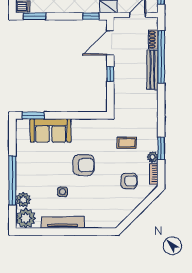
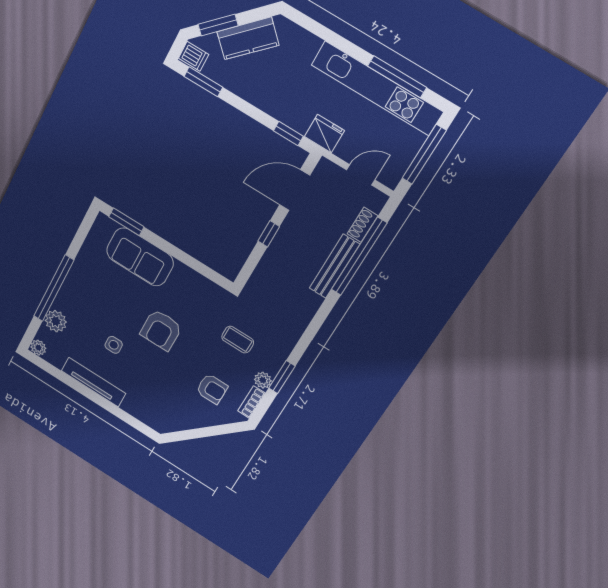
armchair: (84, 165) -> (161, 330), turned 90
plant: (26, 218) -> (38, 348), width x0.53, depth x0.53

